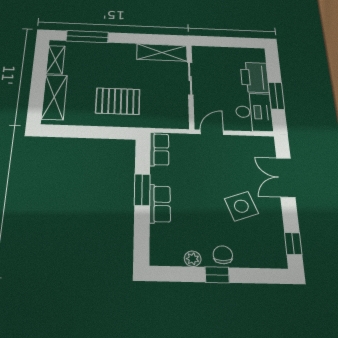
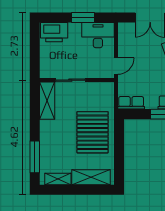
printer: (255, 77) -> (54, 32), moved
pallet: (118, 101) -> (93, 132), width x1.37, depth x1.41
door: (212, 132) -> (116, 66), swing flipped

